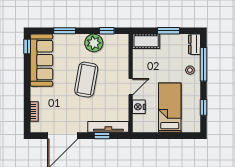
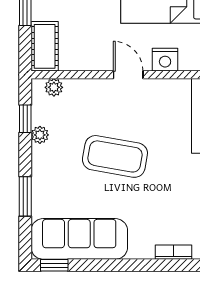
plant: (94, 43) -> (40, 135), width x0.53, depth x0.53
plant: (124, 46) -> (54, 87), added

